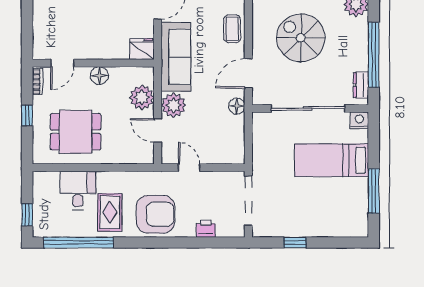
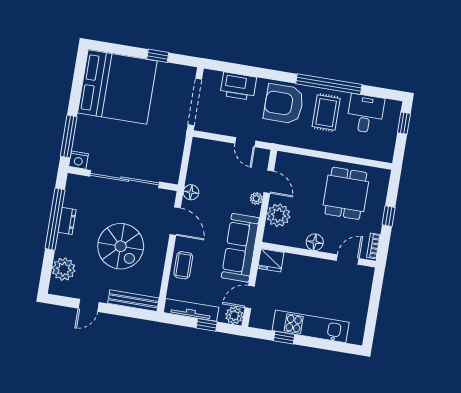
door: (248, 73) -> (175, 221), hinge flipped
dresser: (361, 85) -> (67, 221), moved
plant: (174, 105) -> (256, 198), width x0.53, depth x0.53
dining table: (76, 132) -> (346, 193), turned 90
bed: (332, 160) -> (117, 87), moved, width x2.04
desk: (78, 190) -> (365, 114), moved, turned 180
window: (374, 191) -> (69, 136), moved
printer: (206, 229) -> (238, 86), width x1.87, depth x1.48
window: (79, 243) -> (329, 84), moved

